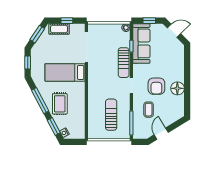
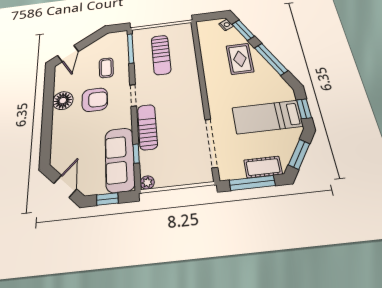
window: (67, 21) -> (252, 183), width x2.17
door: (174, 31) -> (65, 186), swing flipped
bed: (65, 72) -> (267, 117), moved, turned 180
armchair: (156, 86) -> (95, 100), turned 90
door: (161, 134) -> (68, 54), moved

